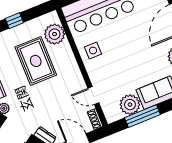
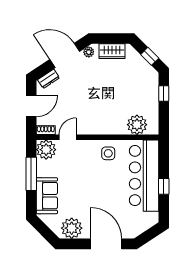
rug: (36, 61) -> (120, 98), removed
plant: (130, 105) -> (46, 150), moved

